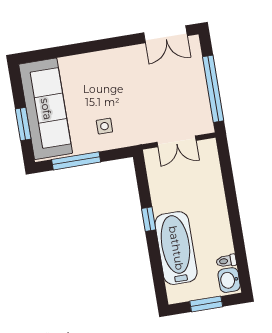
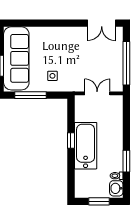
double door: (177, 141) -> (97, 93), swing flipped
window: (238, 236) -> (126, 161), added
bathtub: (176, 248) -> (86, 146), moved

